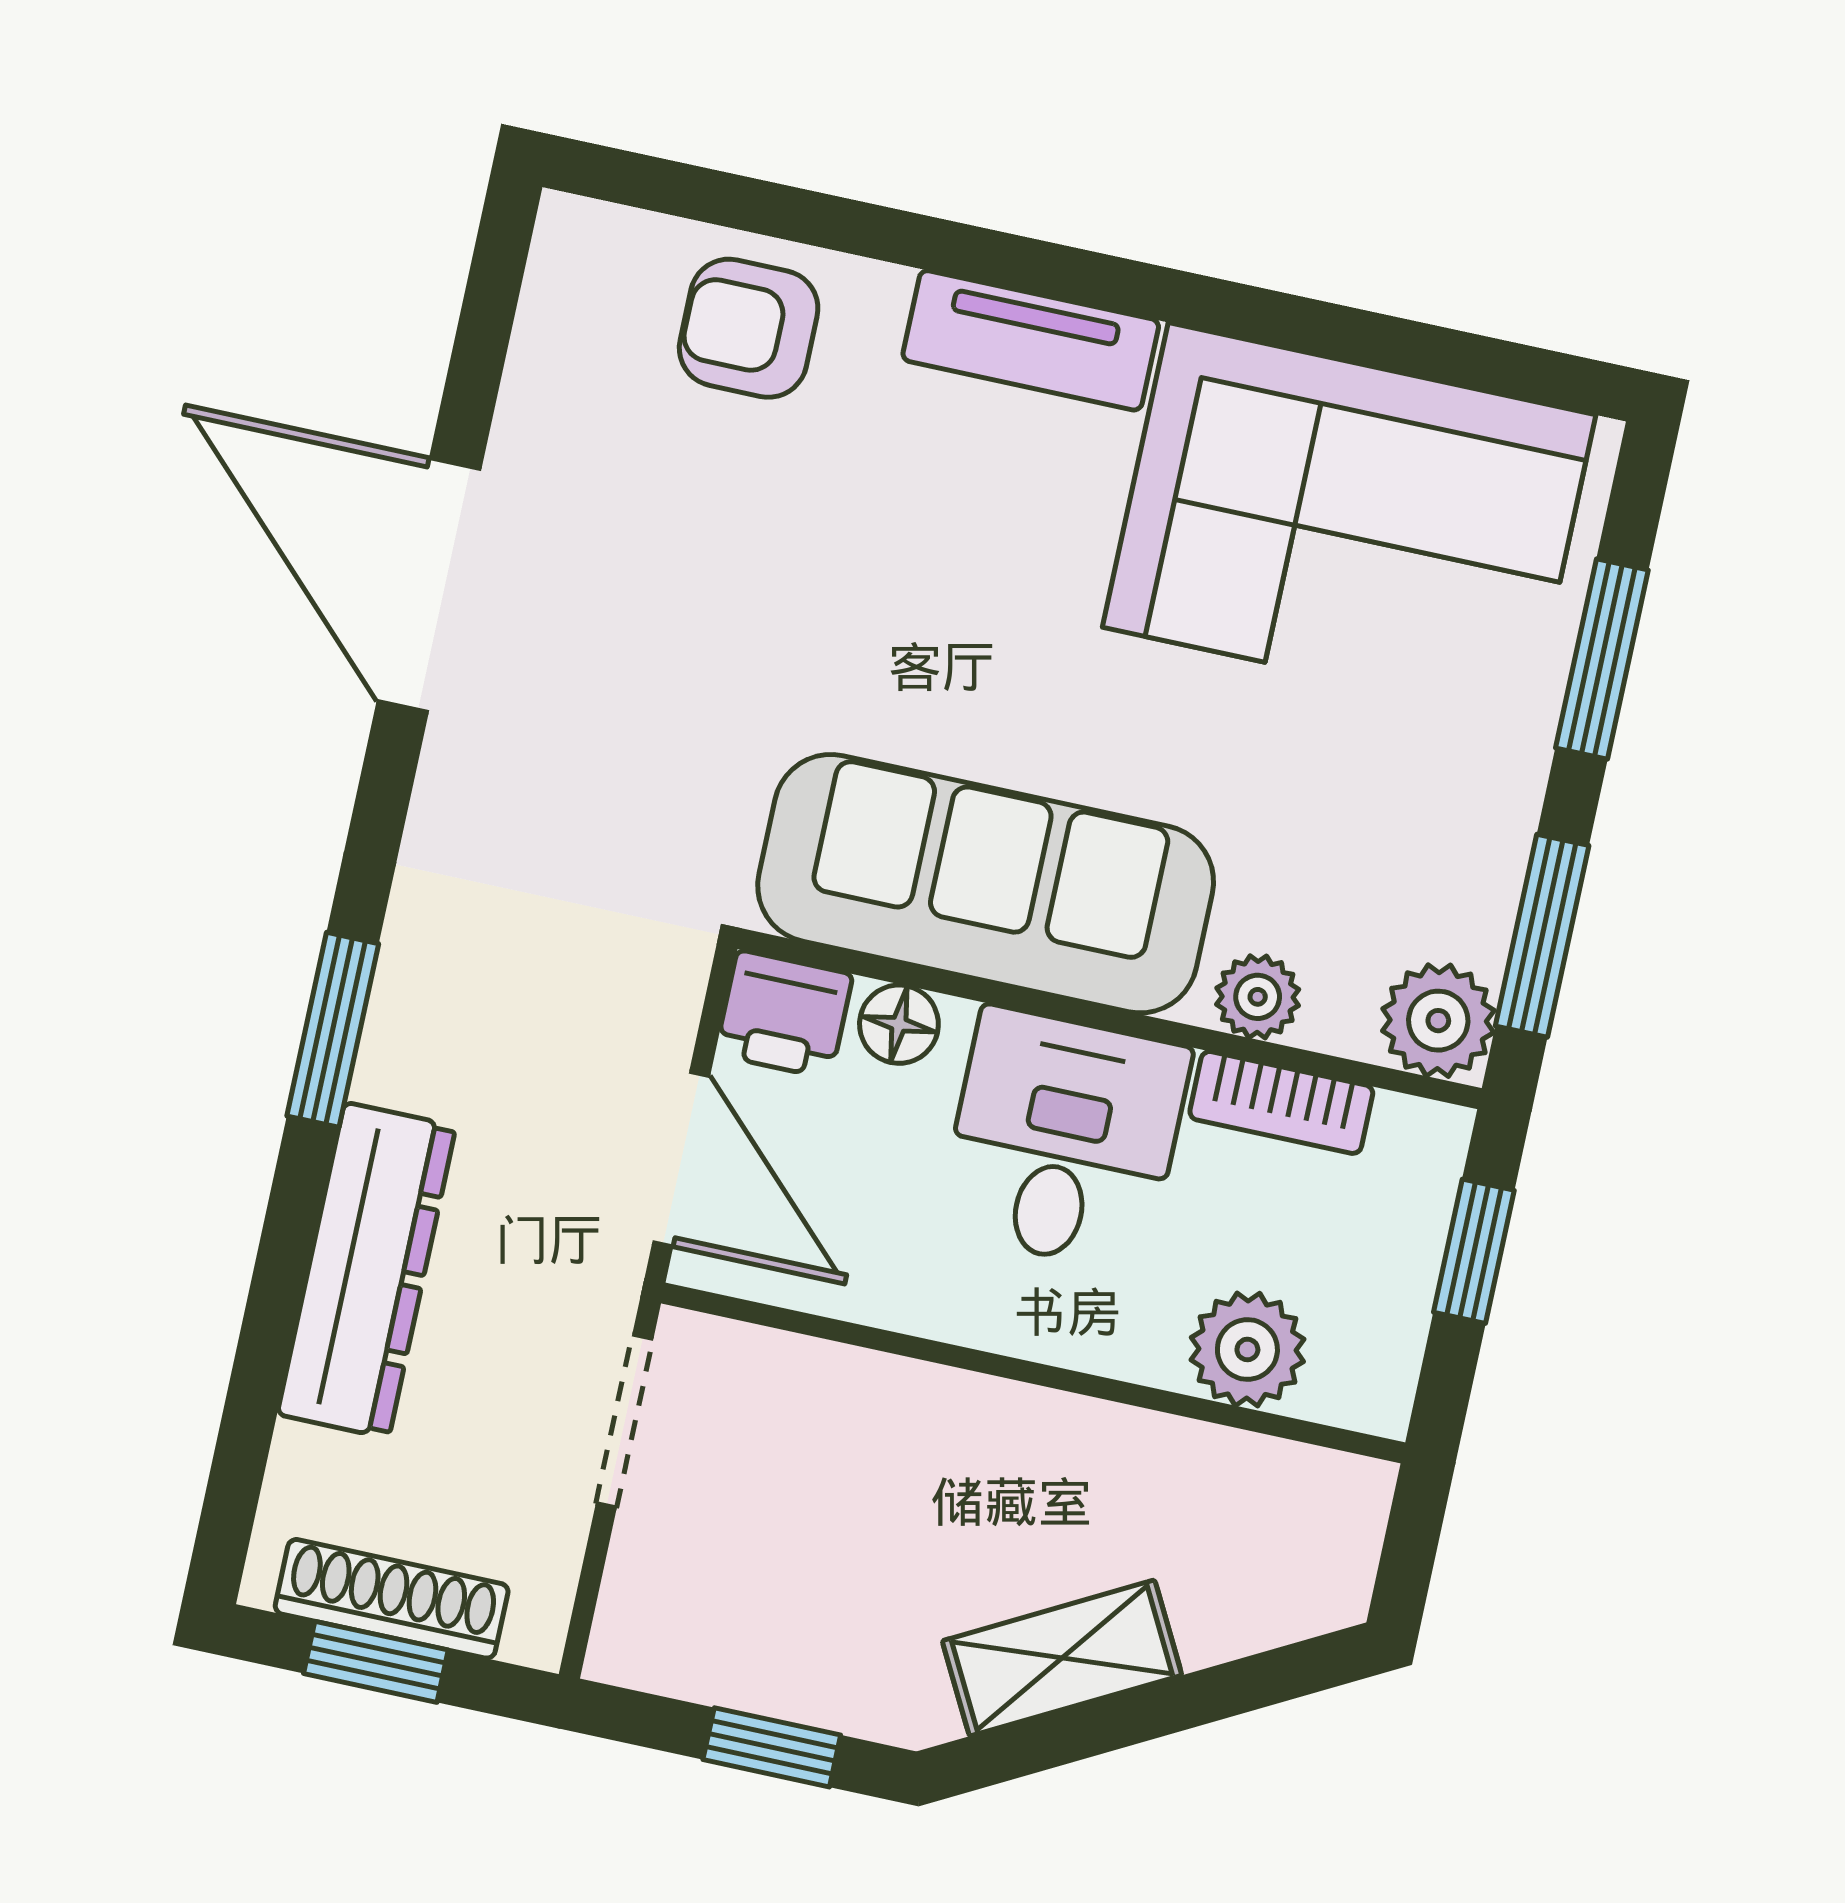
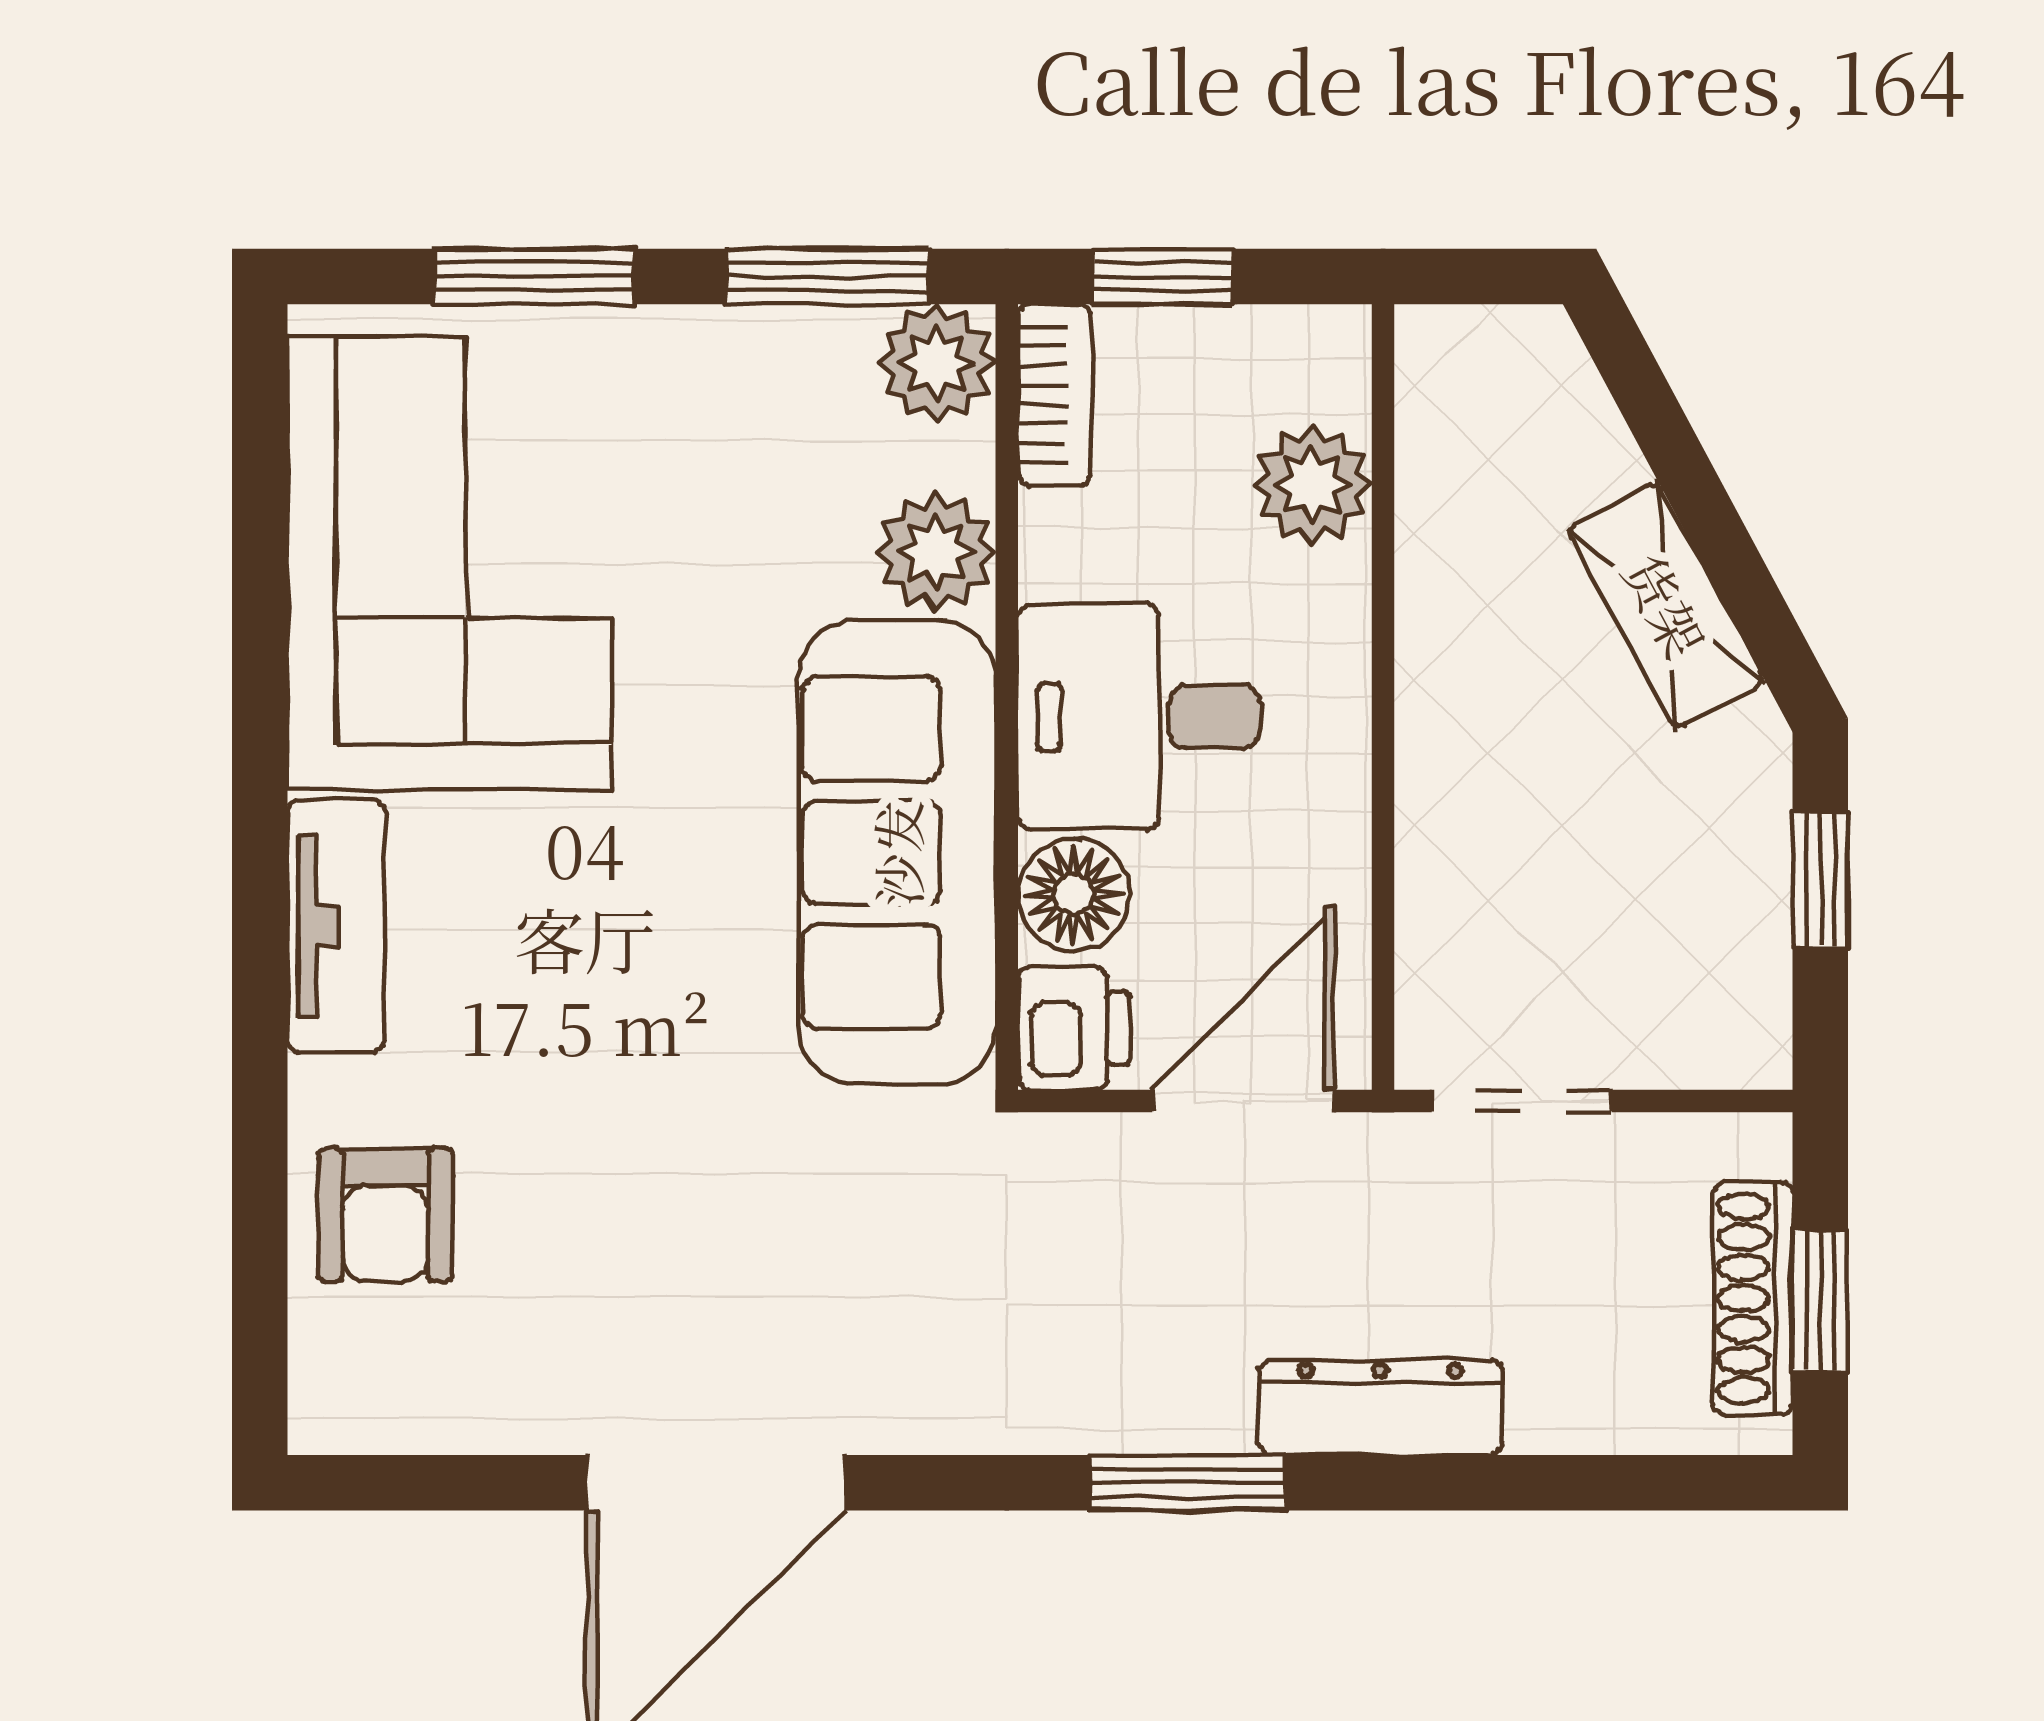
plant: (1258, 997) -> (936, 552), width x1.38, depth x1.38
floor lamp: (899, 1024) -> (1074, 894), width x1.37, depth x1.37
bookcase: (1281, 1102) -> (1054, 395), moved
dresser: (367, 1270) -> (1381, 1408), width x0.73, depth x0.80

